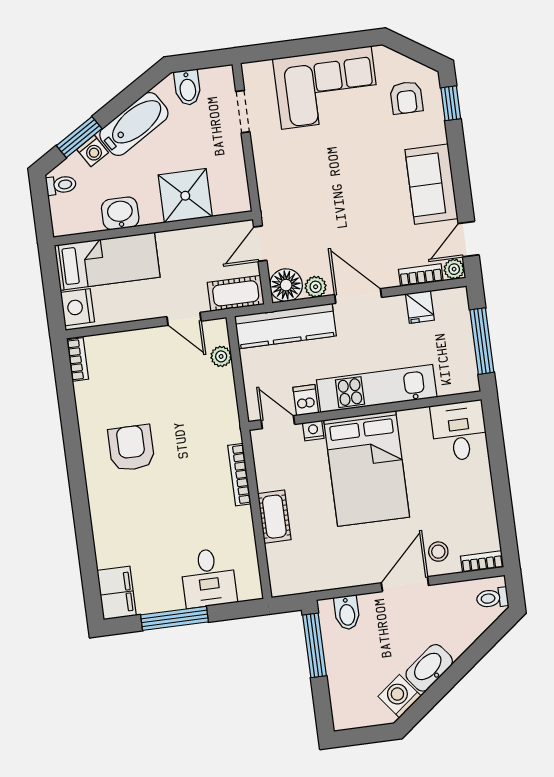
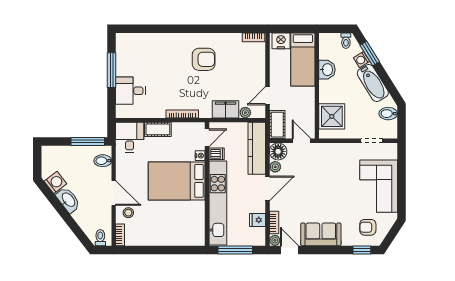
shower: (185, 196) -> (332, 116), moved
kitchen unit: (377, 389) -> (218, 203), width x1.36
desk: (459, 431) -> (130, 137), moved, turned -90
filing cabinet: (117, 593) -> (226, 109), moved, turned 180

